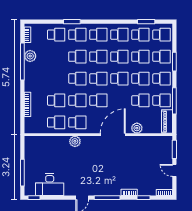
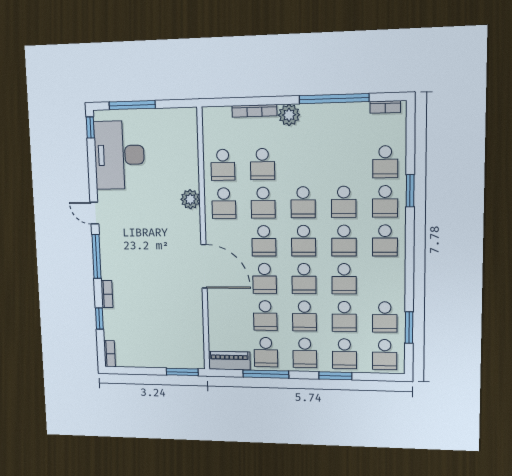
school desk: (119, 35) -> (265, 278), moved
plant: (30, 56) -> (289, 115), moved
plant: (137, 128) -> (217, 309), removed
door: (174, 170) -> (147, 371), removed
desk: (50, 185) -> (119, 155), width x1.36, depth x1.30

